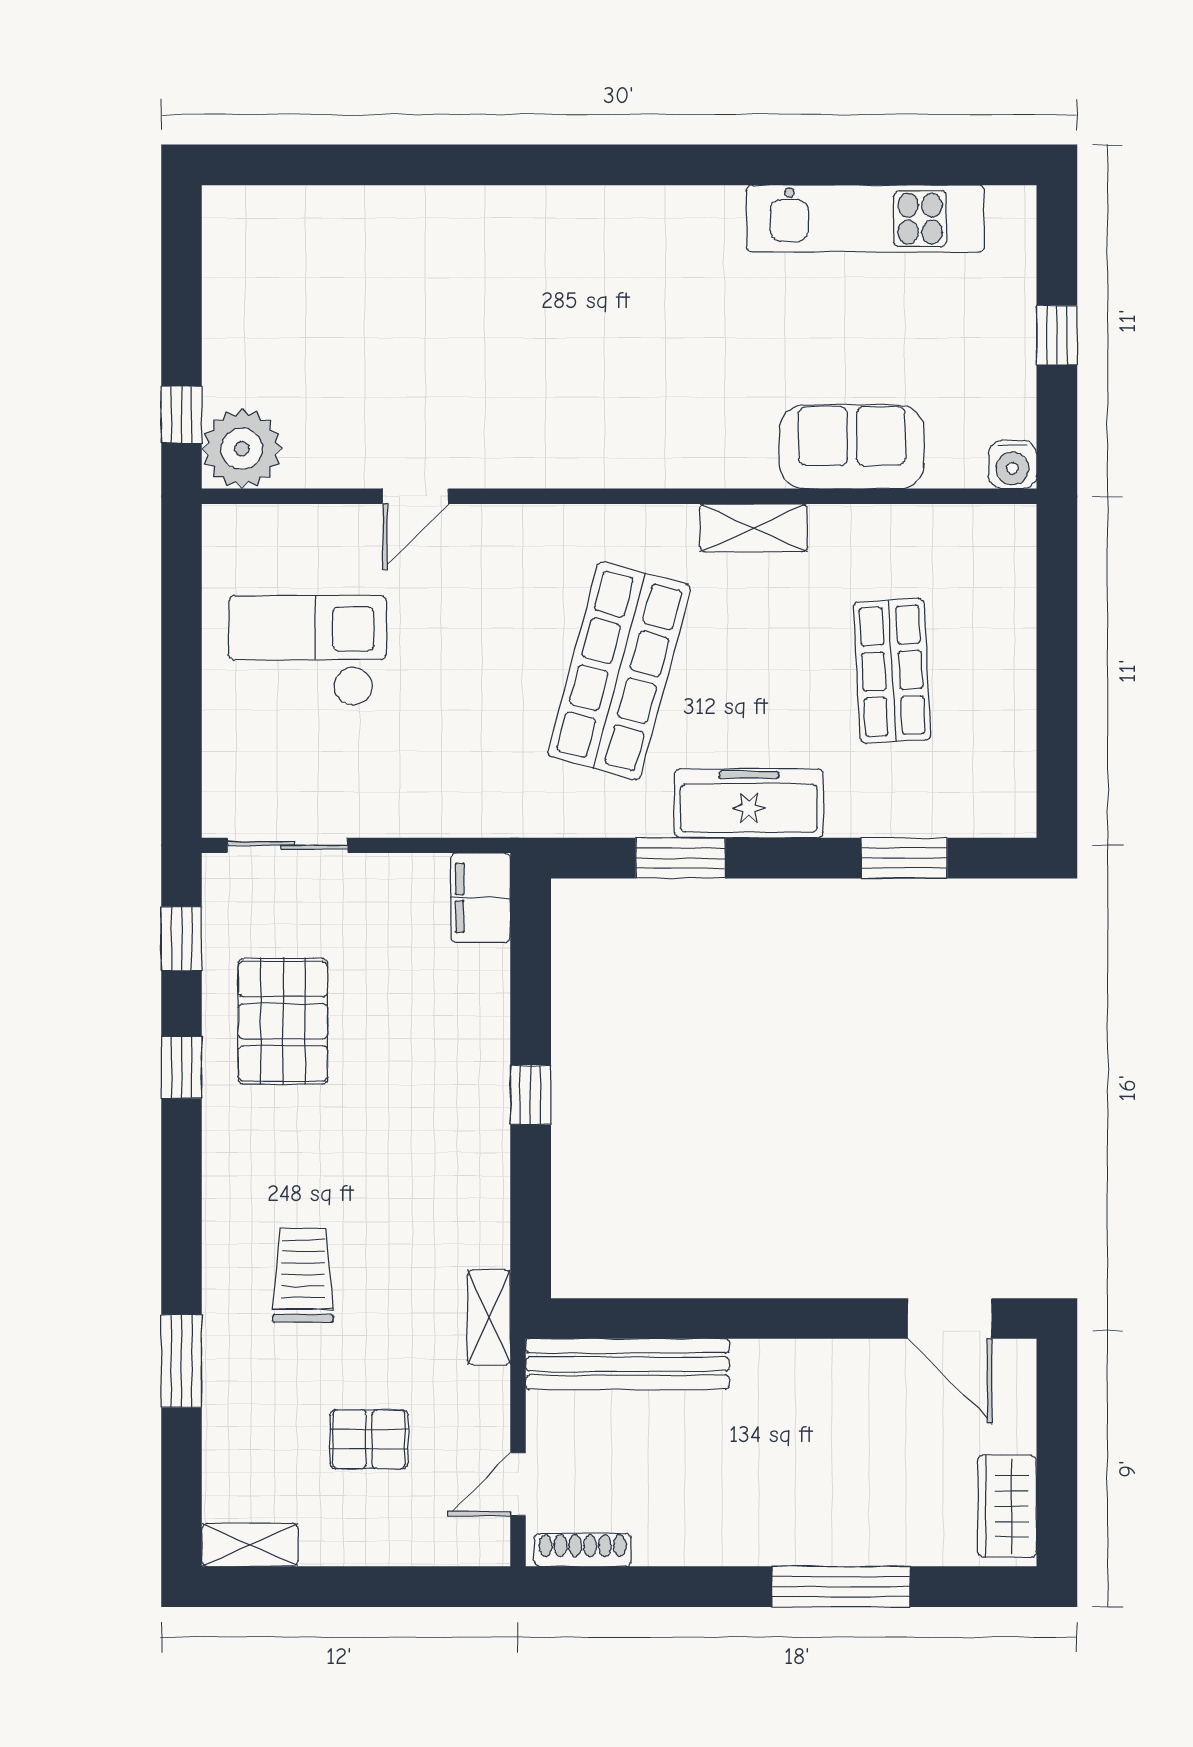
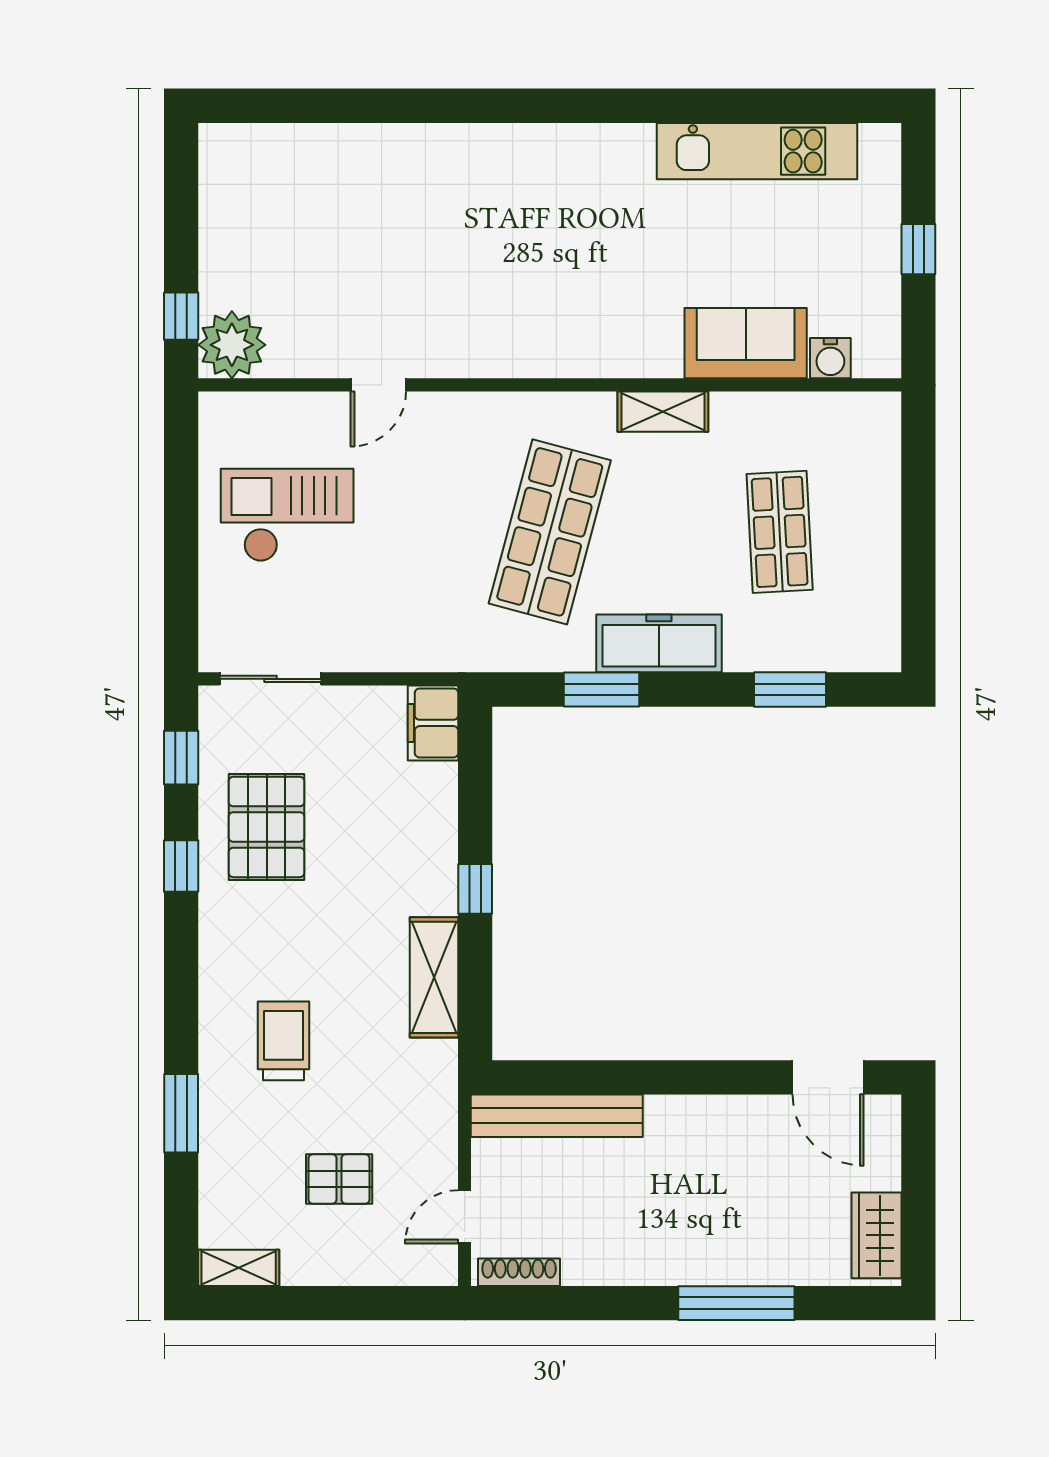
water cooler: (1012, 465) -> (830, 358), moved
shelving: (489, 1317) -> (434, 977), moved, width x1.50, depth x1.33

